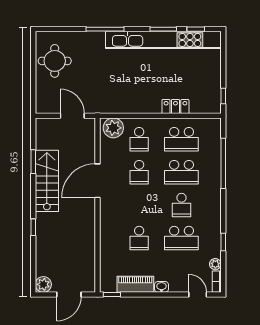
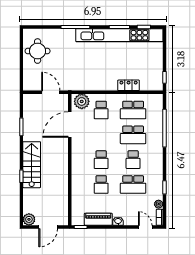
school desk: (139, 172) -> (101, 160), moved
stairs: (47, 181) -> (32, 165), moved
door: (97, 181) -> (70, 124), moved

